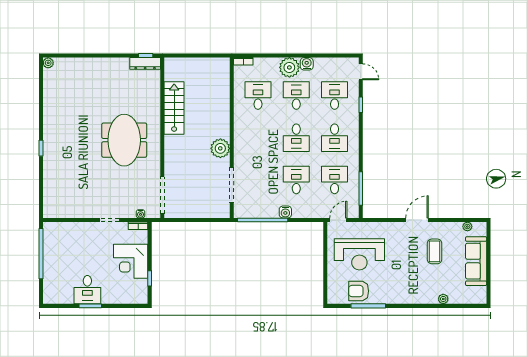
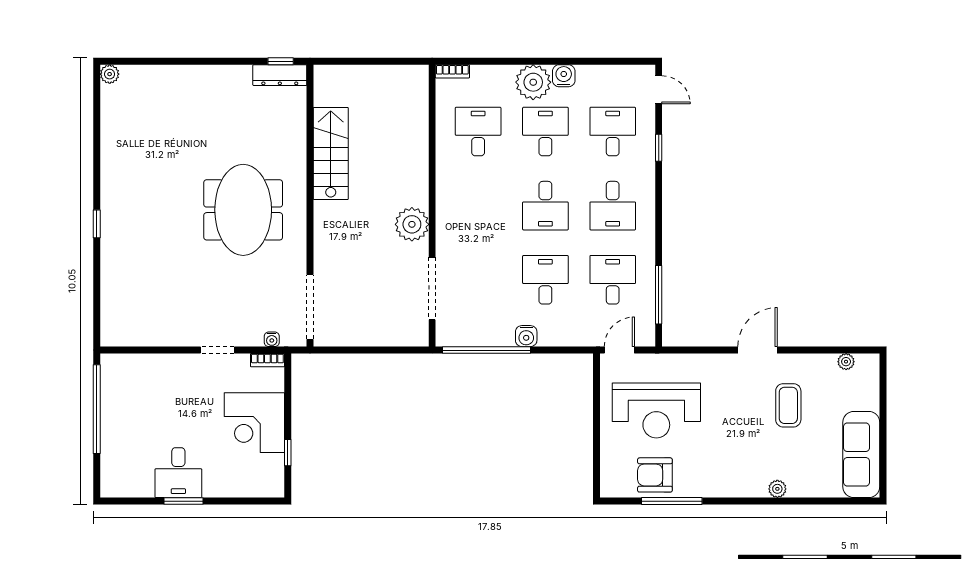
sofa: (476, 261) -> (861, 455), moved
plant: (443, 299) -> (777, 489), moved

